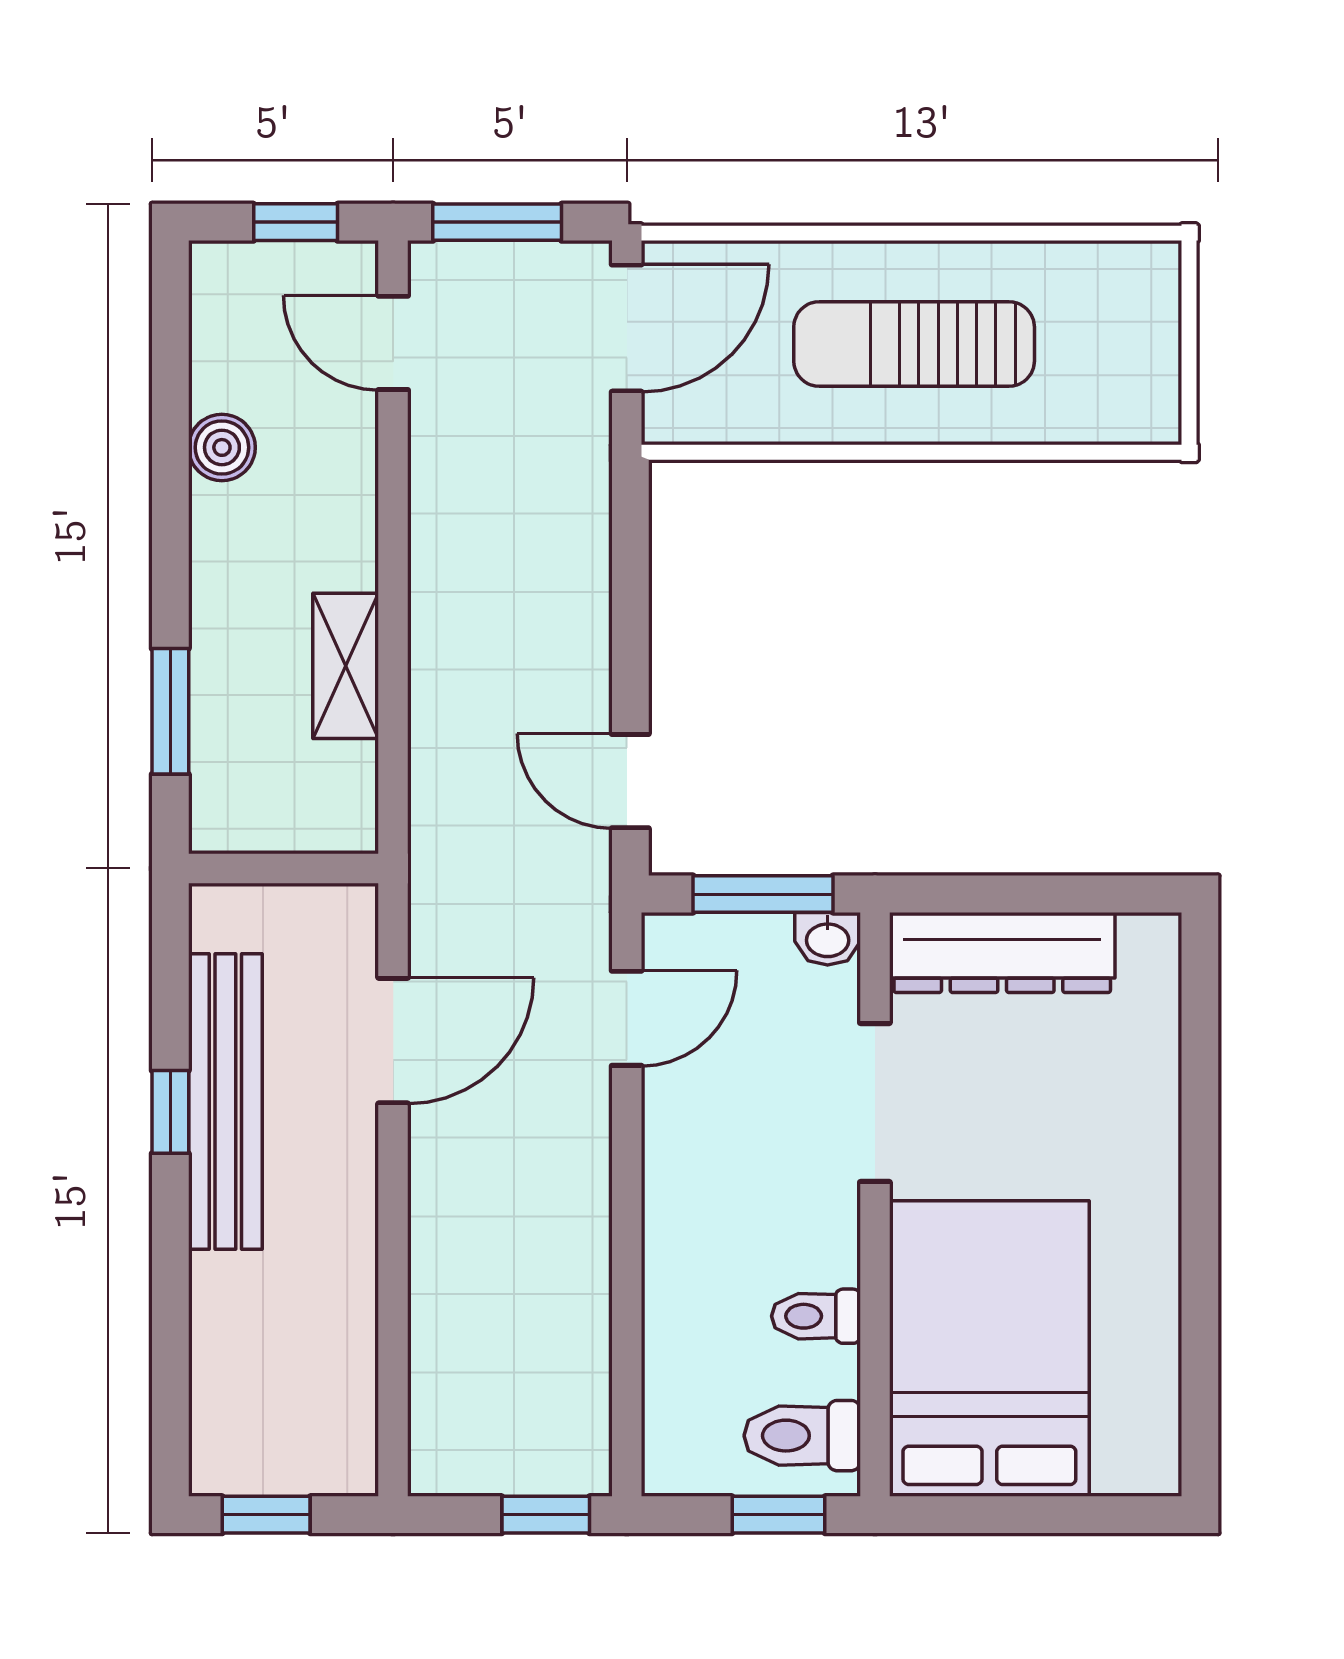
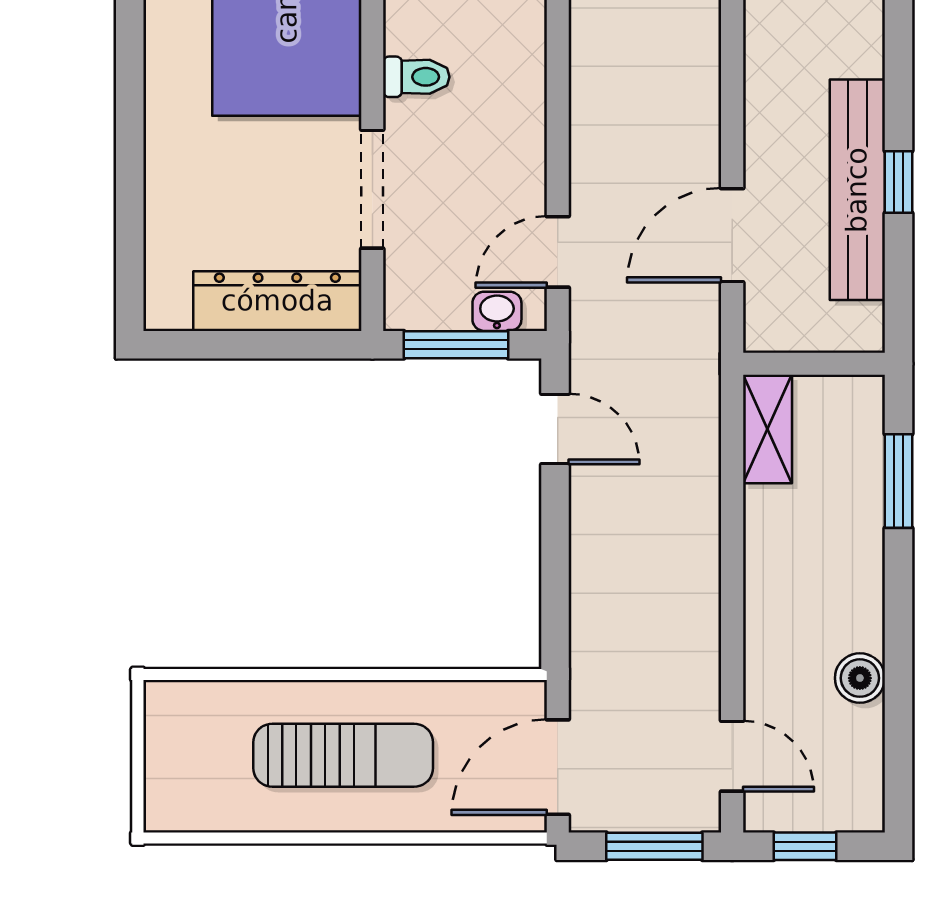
shelving: (346, 666) -> (768, 429), moved
washbasin: (828, 939) -> (497, 311), moved
toilet: (816, 1316) -> (416, 77), moved

